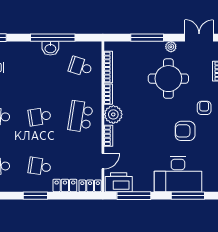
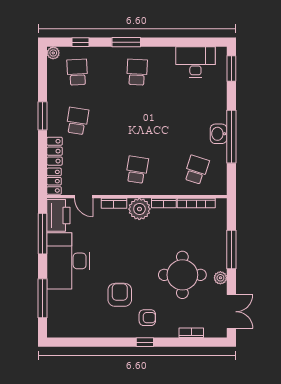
school desk: (40, 117) -> (137, 121), removed
school desk: (80, 117) -> (137, 170), width x0.54
desk: (178, 174) -> (68, 261), moved

